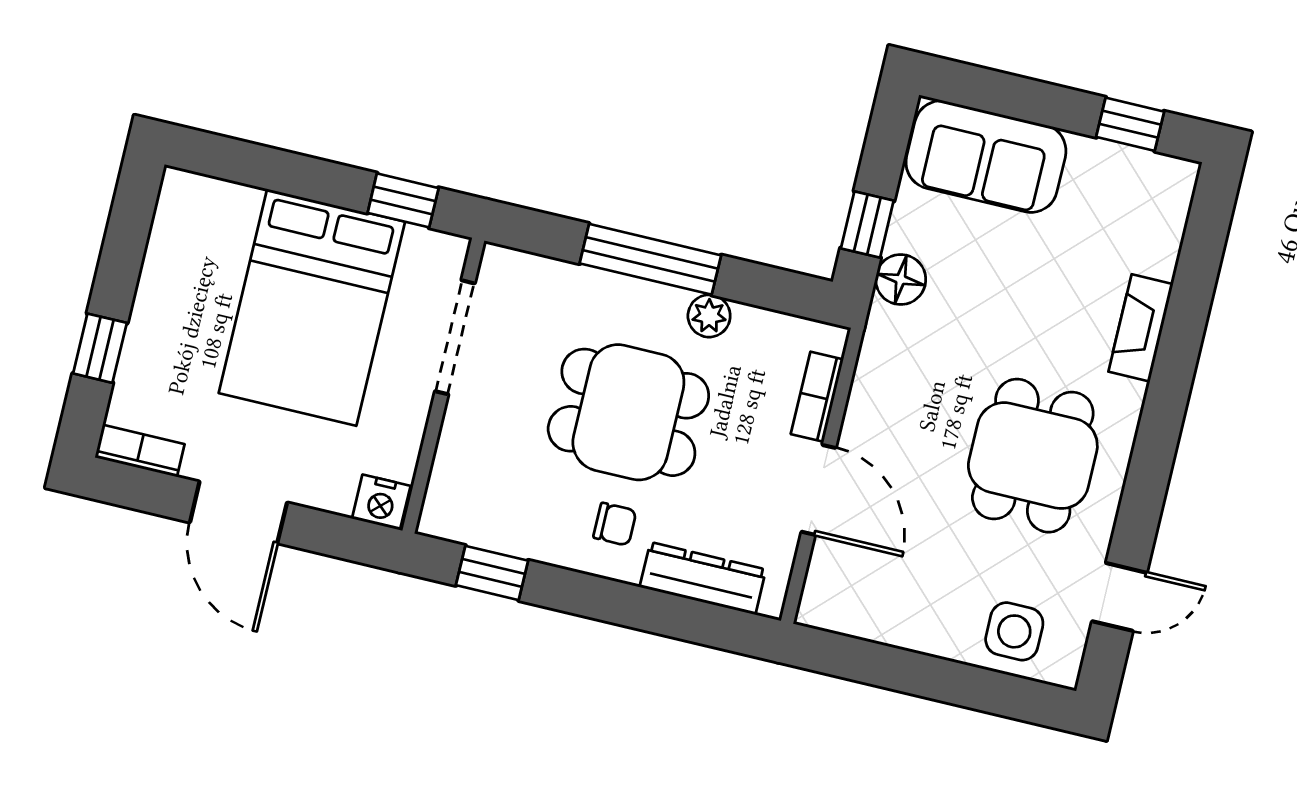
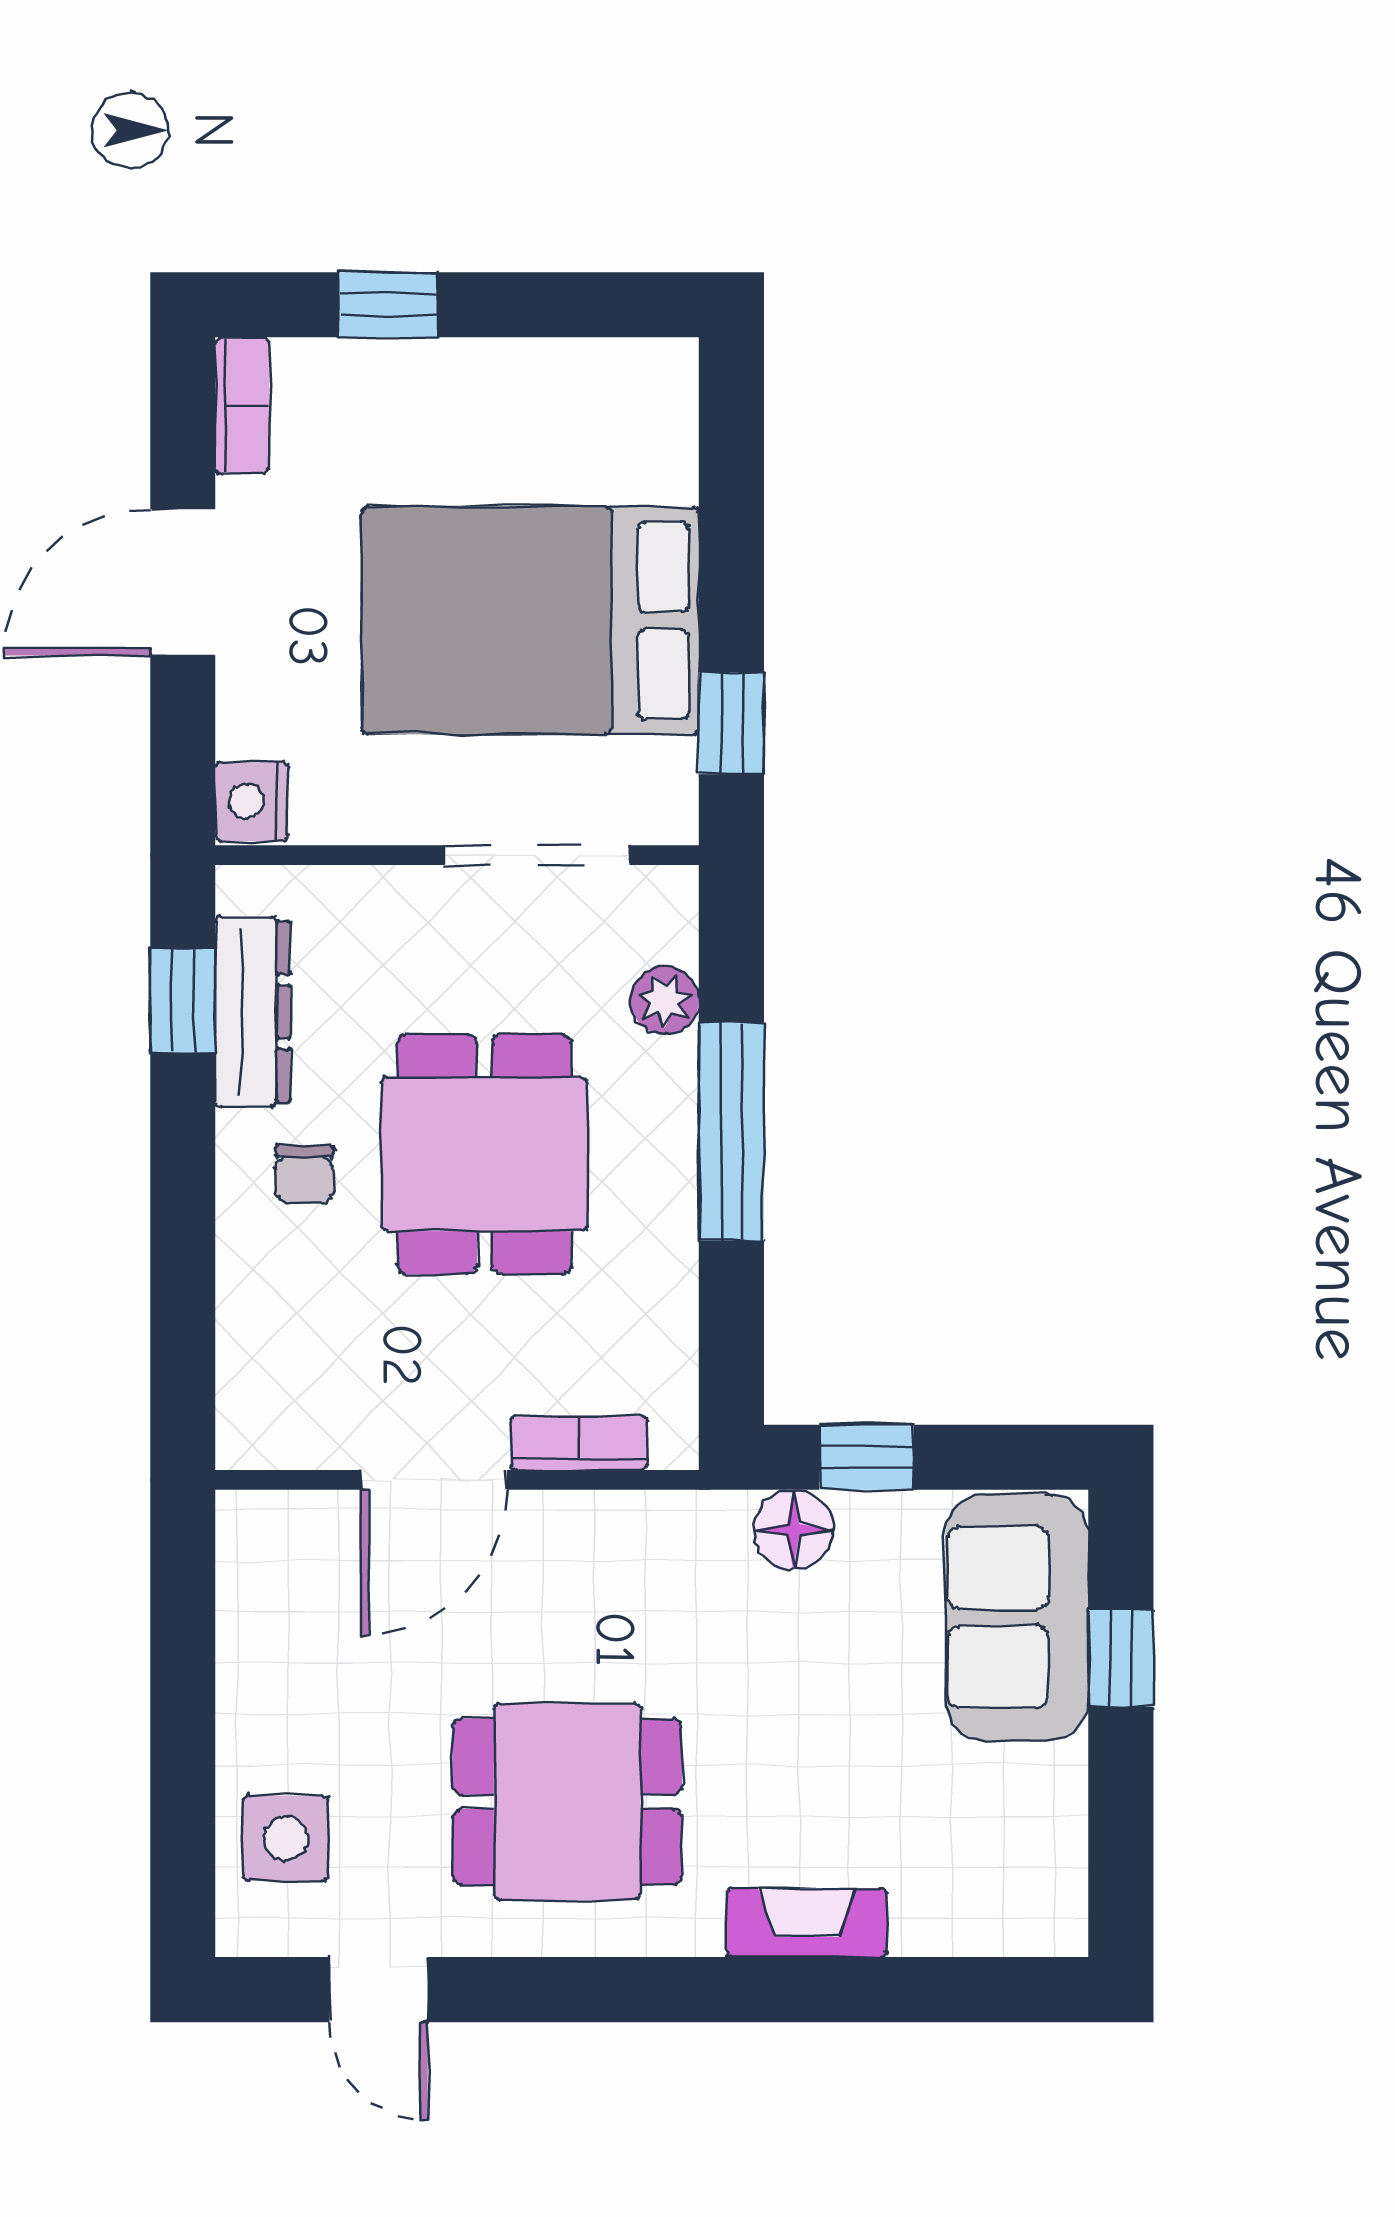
window: (1130, 124) -> (1121, 1658), moved
plant: (709, 316) -> (665, 1000), moved
dresser: (703, 578) -> (253, 1012), moved

